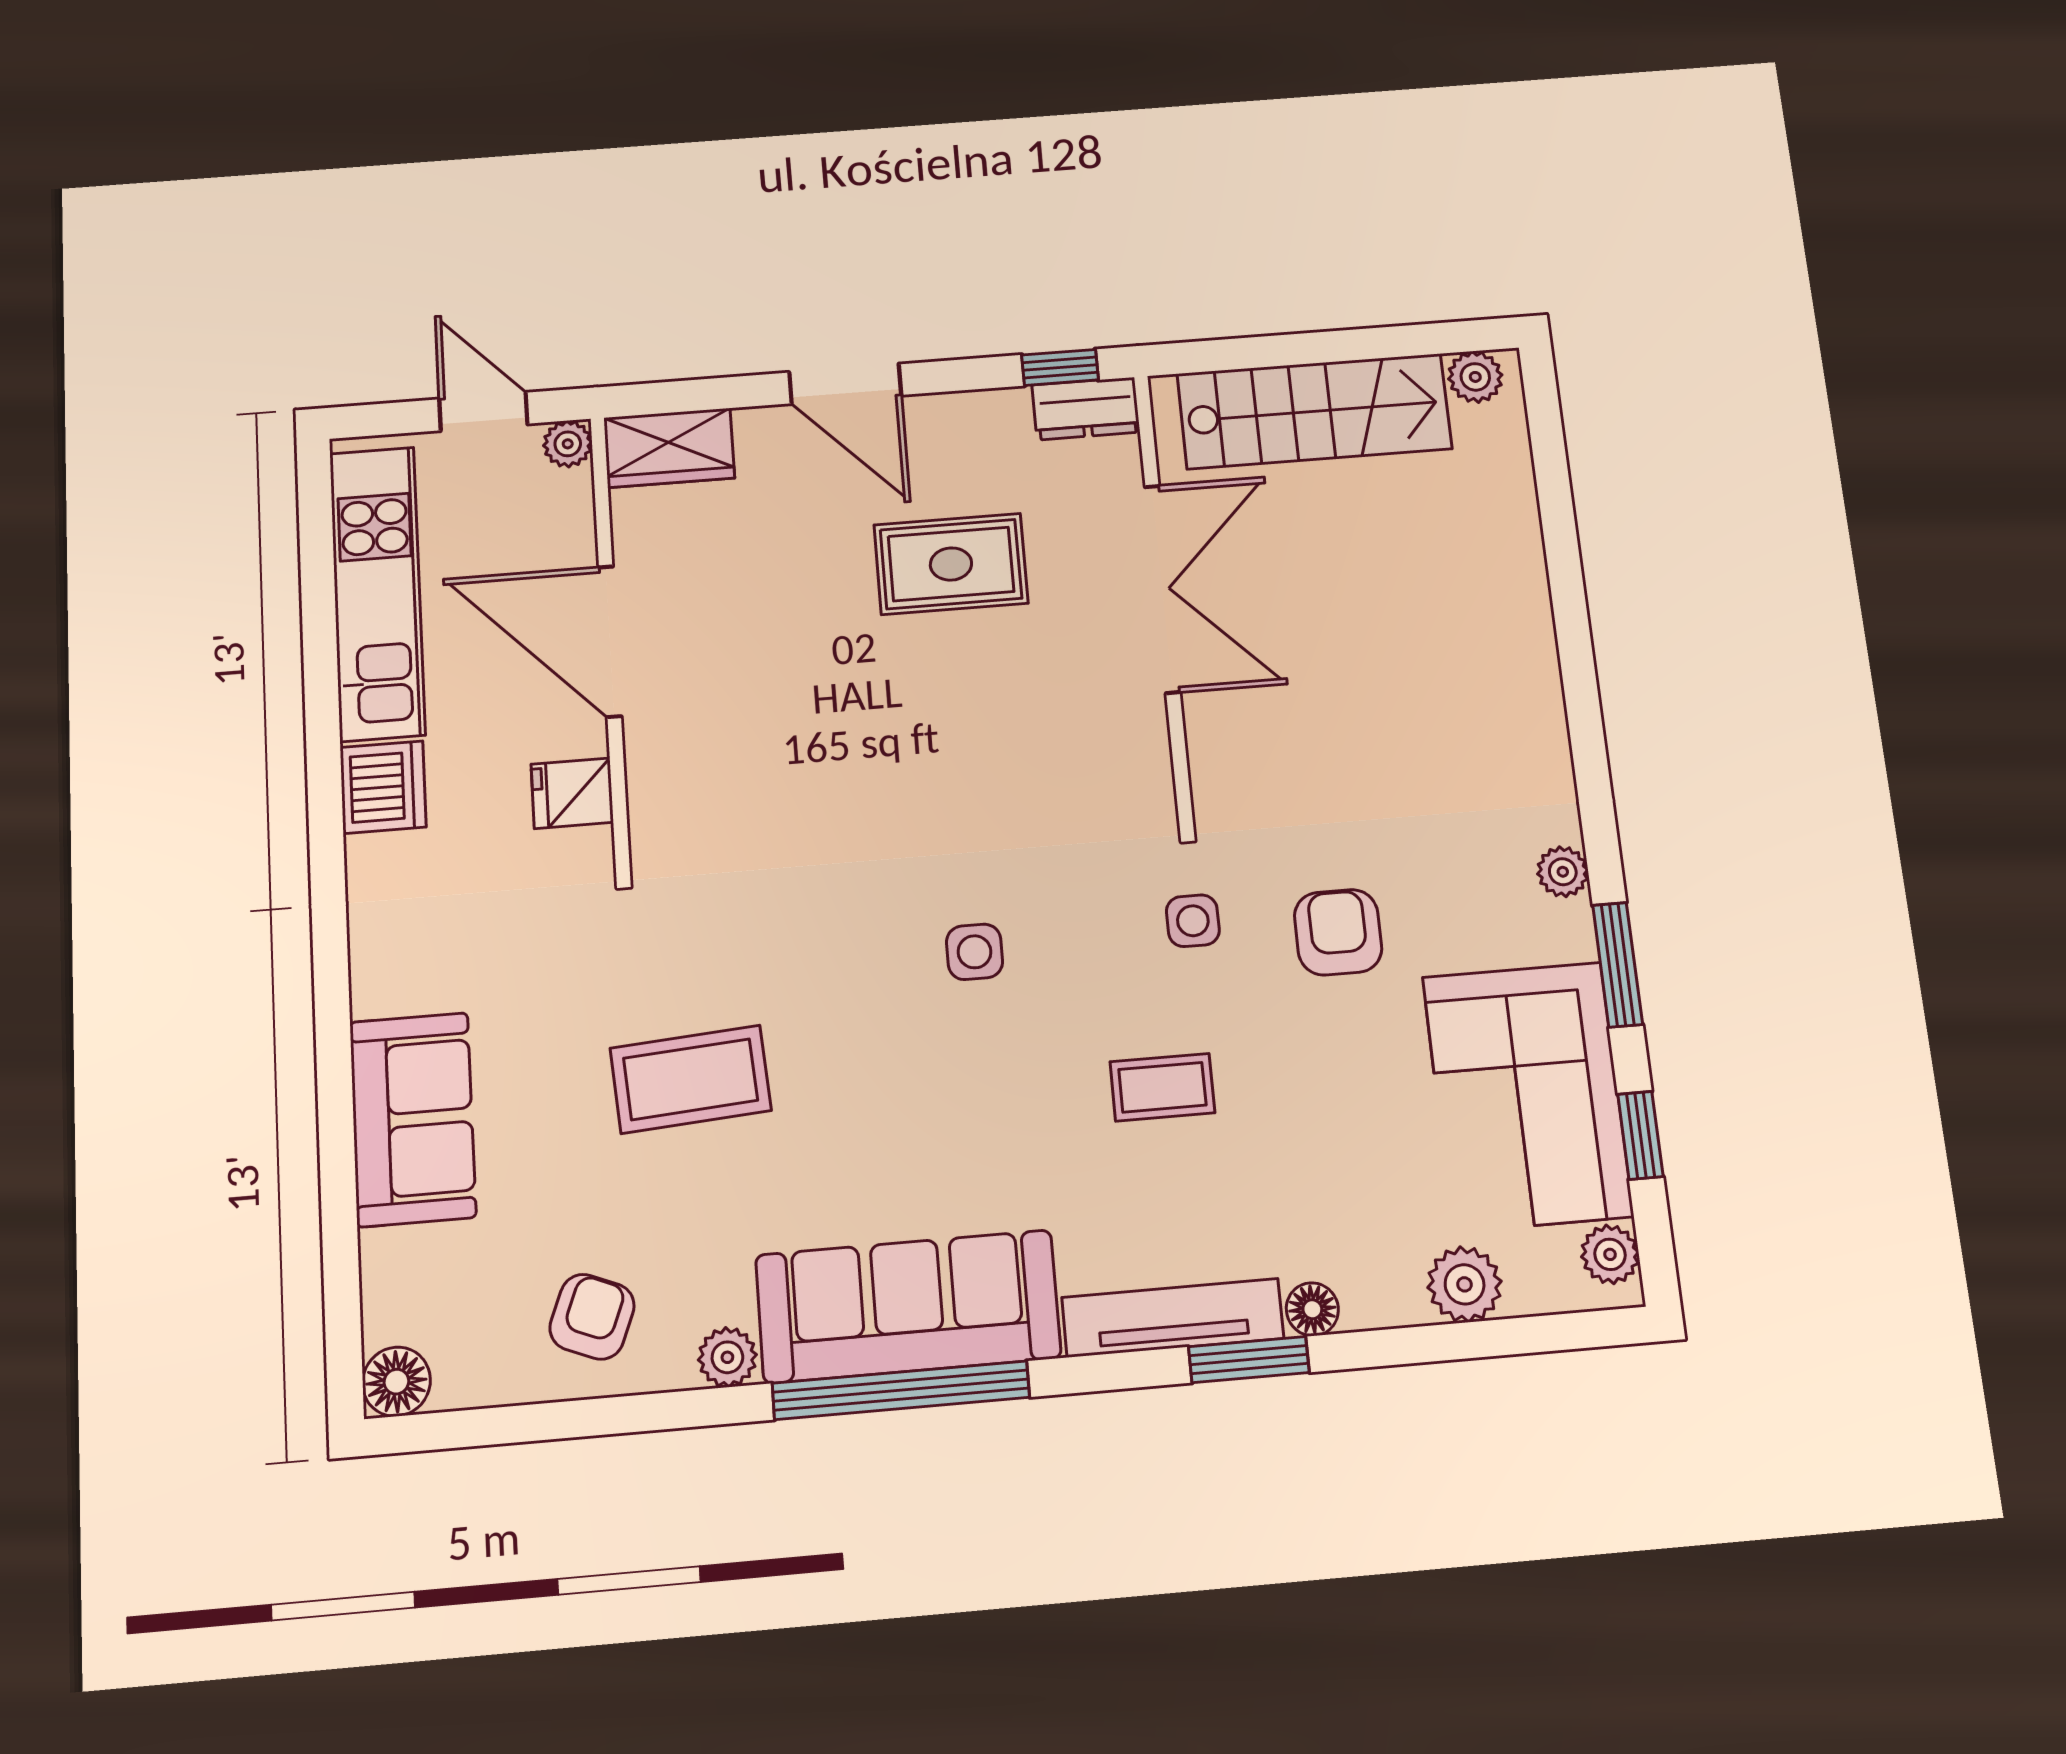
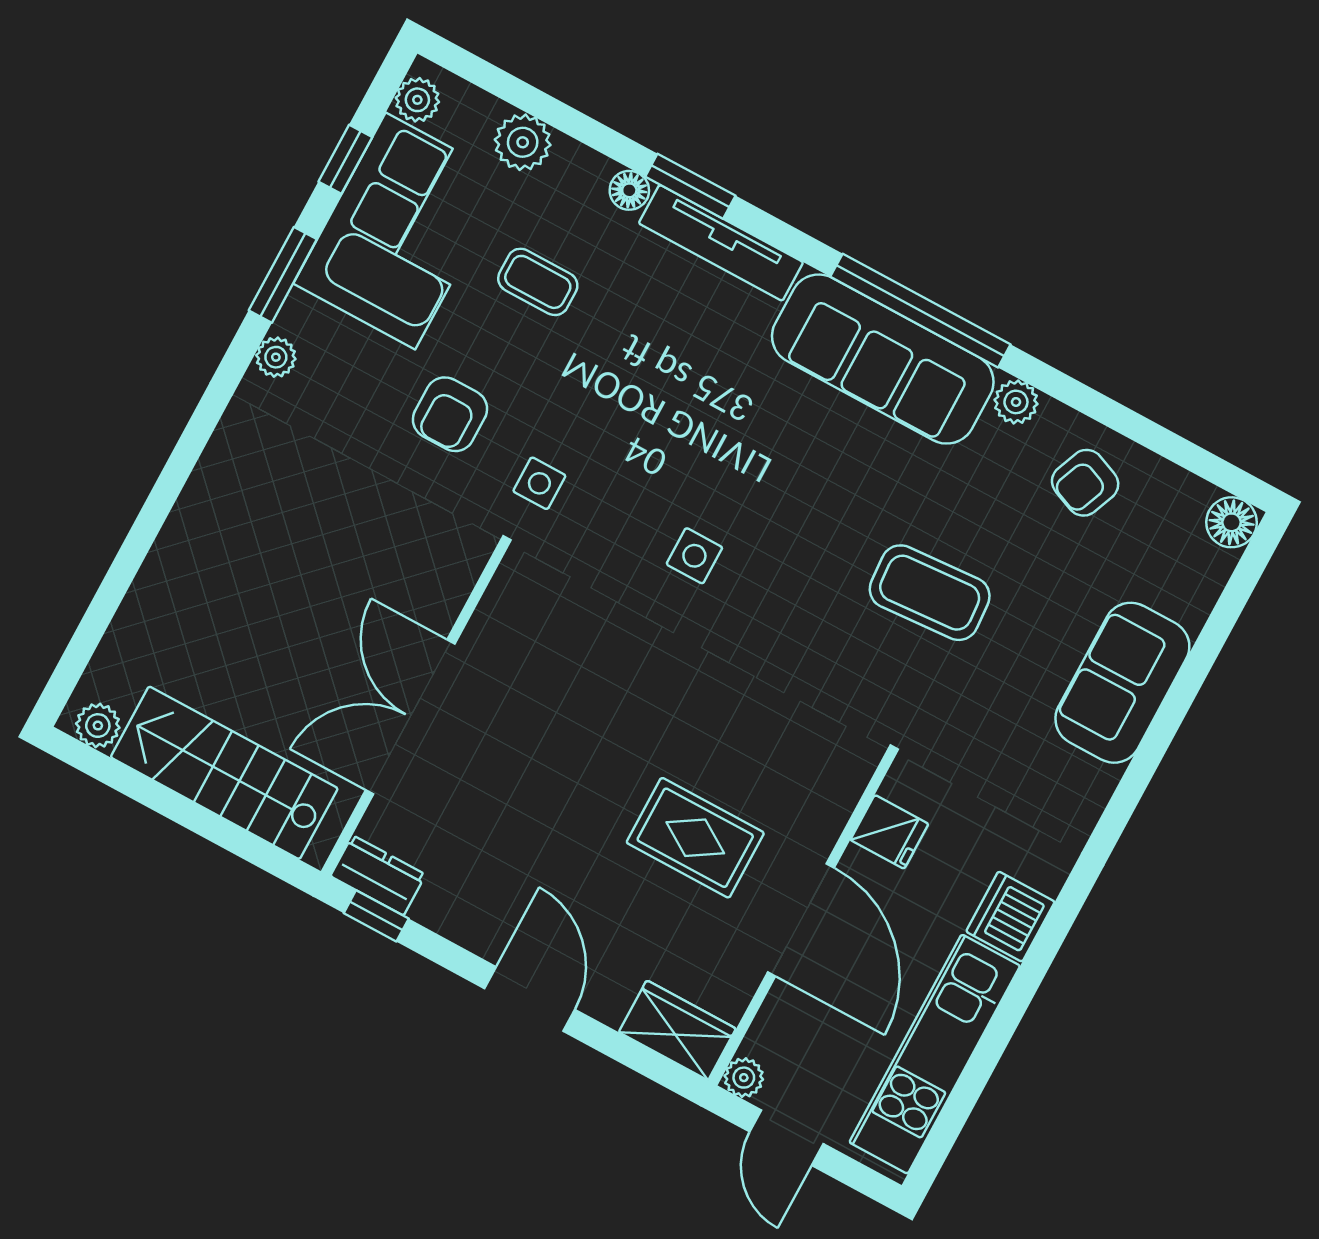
rug: (951, 564) -> (695, 838), moved
coffee table: (1162, 1087) -> (538, 282), moved

